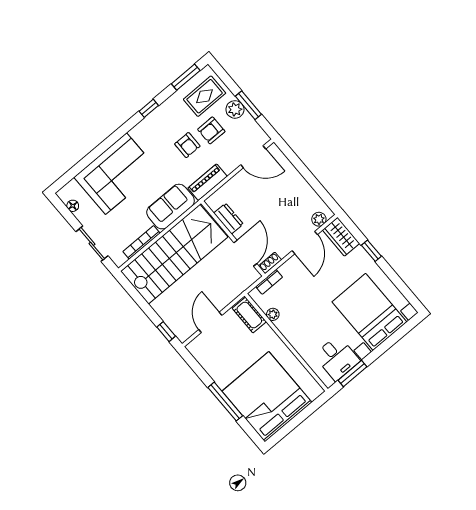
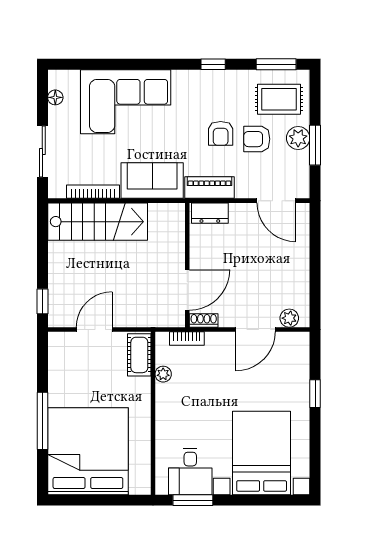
dresser: (229, 219) -> (210, 213), moved, turned 90
wardrobe: (341, 237) -> (297, 354), removed
stairs: (174, 254) -> (98, 222), width x0.73, depth x0.66

